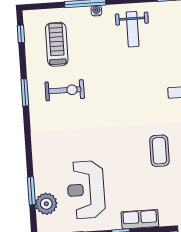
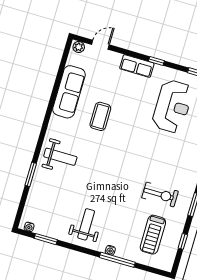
window: (21, 34) -> (183, 241), moved
exercise bike: (65, 90) -> (160, 194), turned 180

